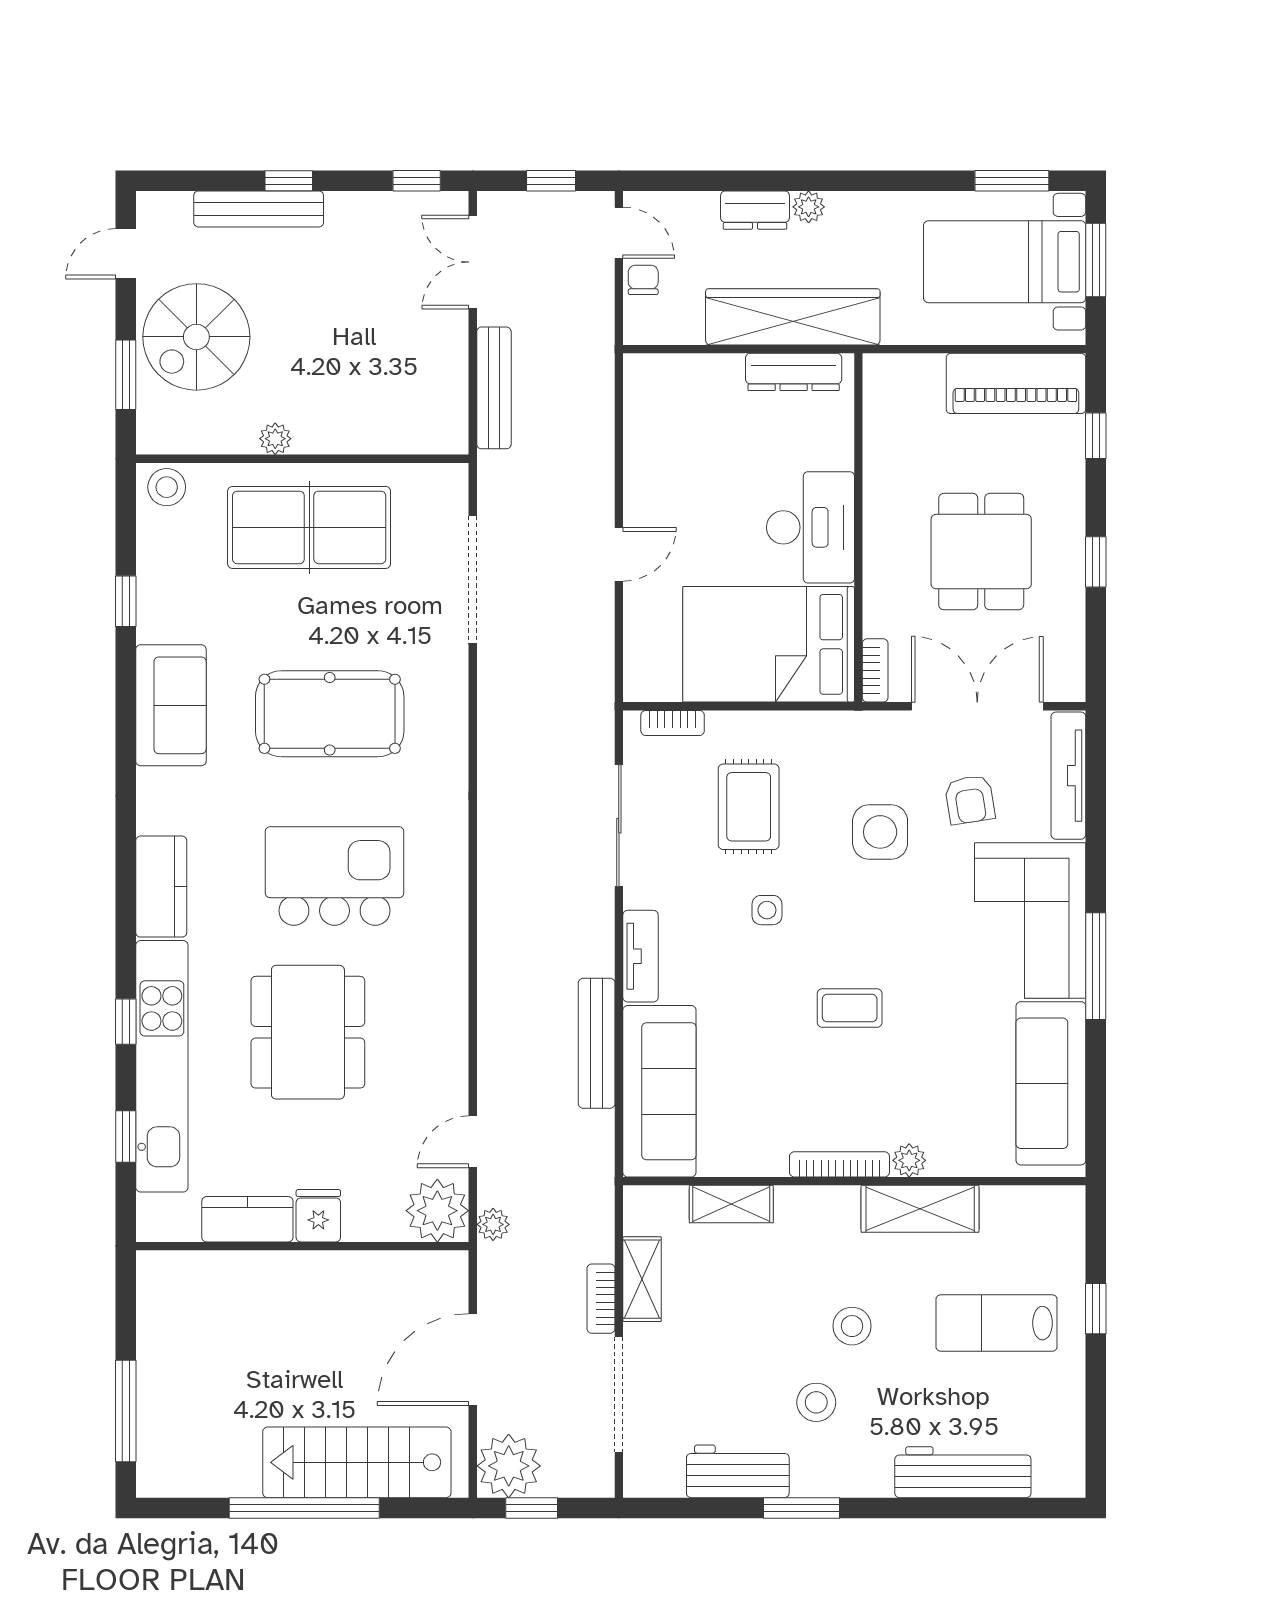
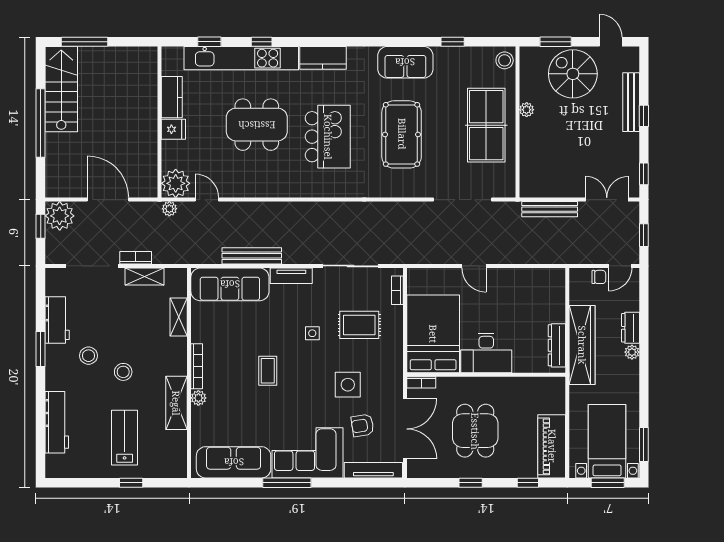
dining table: (981, 552) -> (475, 431), turned 90
stairs: (357, 1462) -> (61, 89), moved

